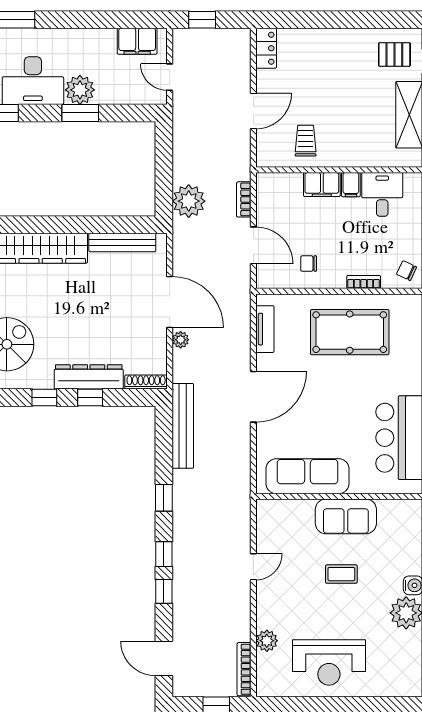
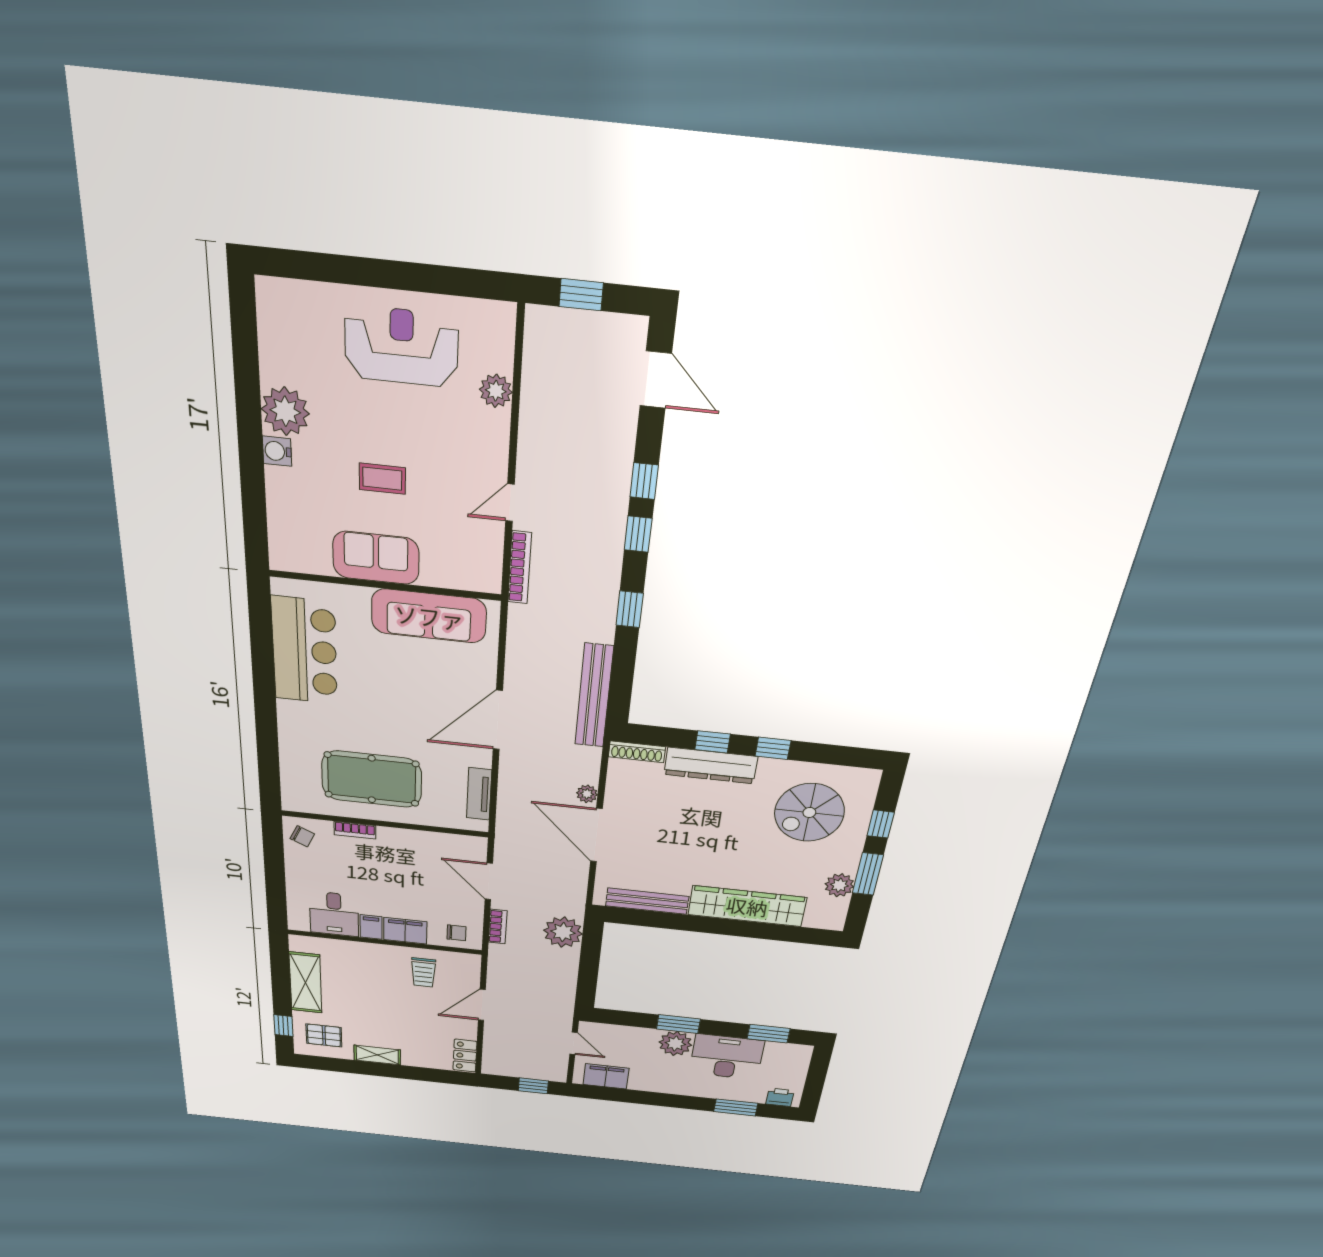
shelving: (346, 37) -> (377, 1055), added
chair: (309, 263) -> (456, 933), moved
bookcase: (244, 669) -> (520, 568), moved

